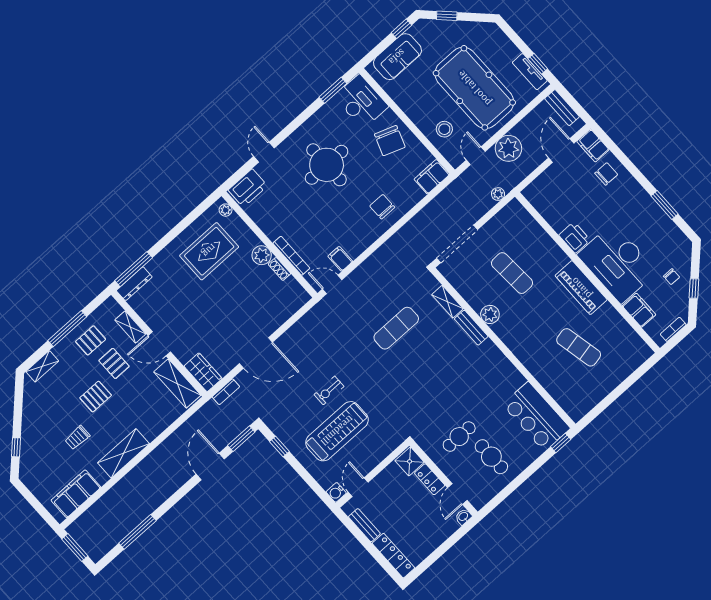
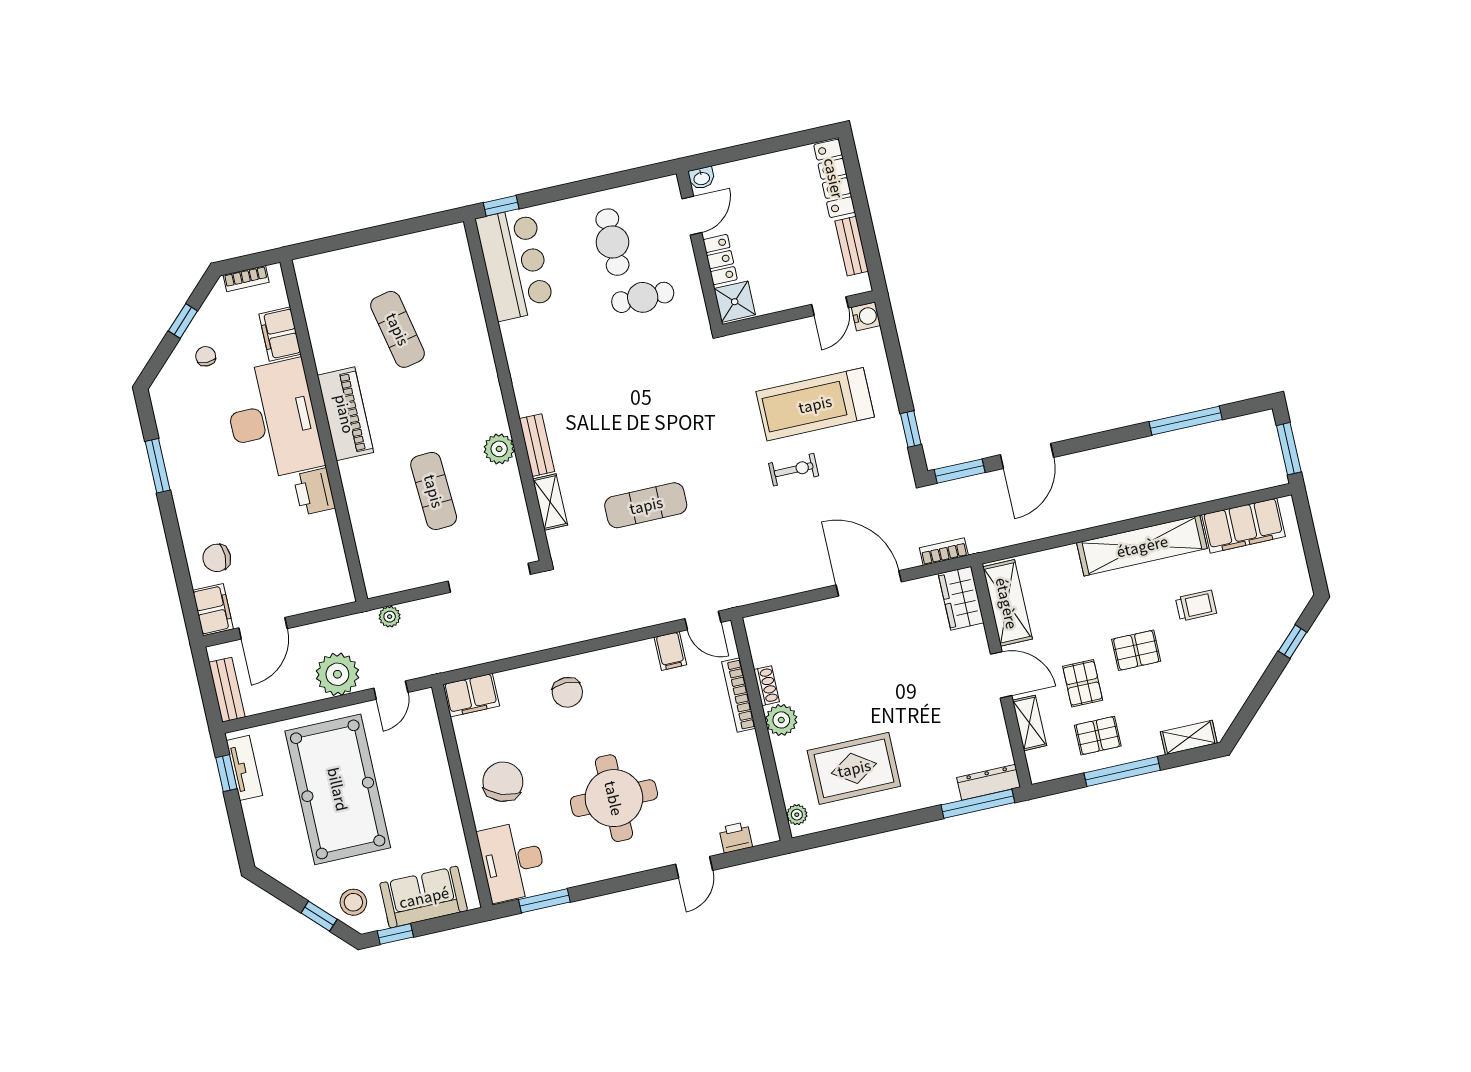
stool: (444, 129) -> (353, 902), moved
printer: (248, 188) -> (736, 837), width x0.53, depth x0.68
shelving: (123, 453) -> (1142, 546), width x1.47

